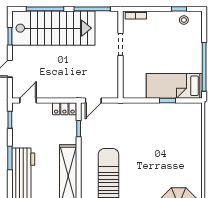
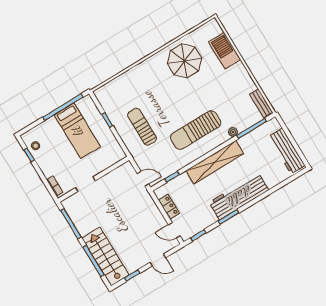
stairs: (53, 28) -> (105, 257), width x0.73, depth x0.66
bed: (174, 86) -> (77, 131), moved
locker: (64, 109) -> (169, 207), moved
sun lounger: (142, 129) -> (142, 127), added

